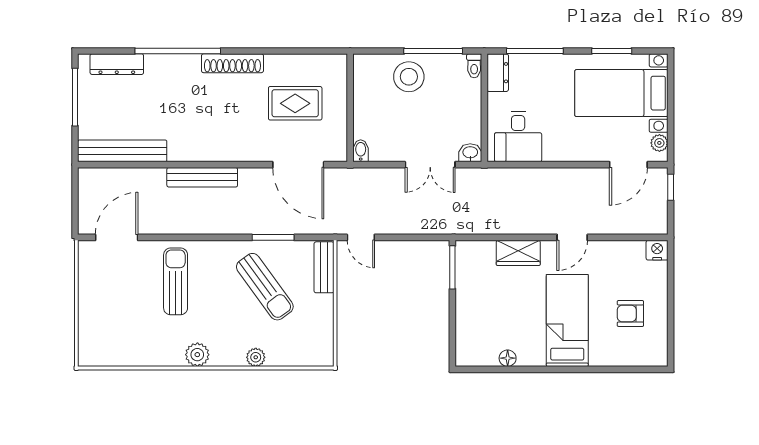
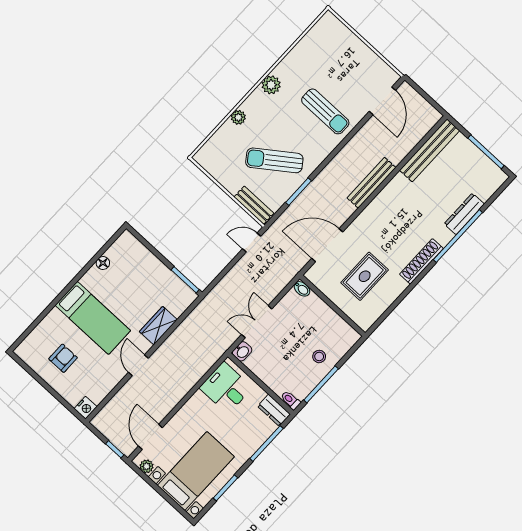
dresser: (117, 64) -> (464, 214), moved
stool: (409, 77) -> (319, 356), width x0.53, depth x0.53

